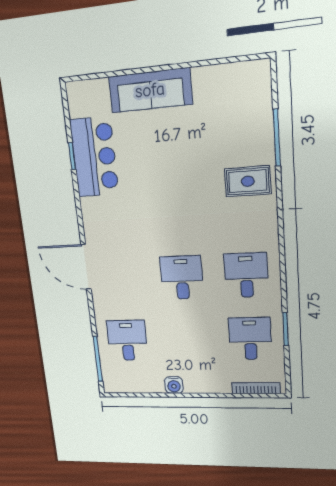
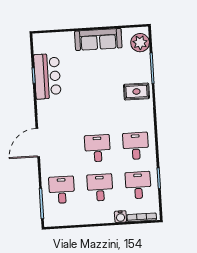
sofa: (150, 90) -> (98, 39), moved
plant: (255, 90) -> (140, 43), added
door: (86, 267) -> (38, 143), hinge flipped
desk: (187, 339) -> (100, 187), added
water cooler: (174, 385) -> (120, 217), moved

